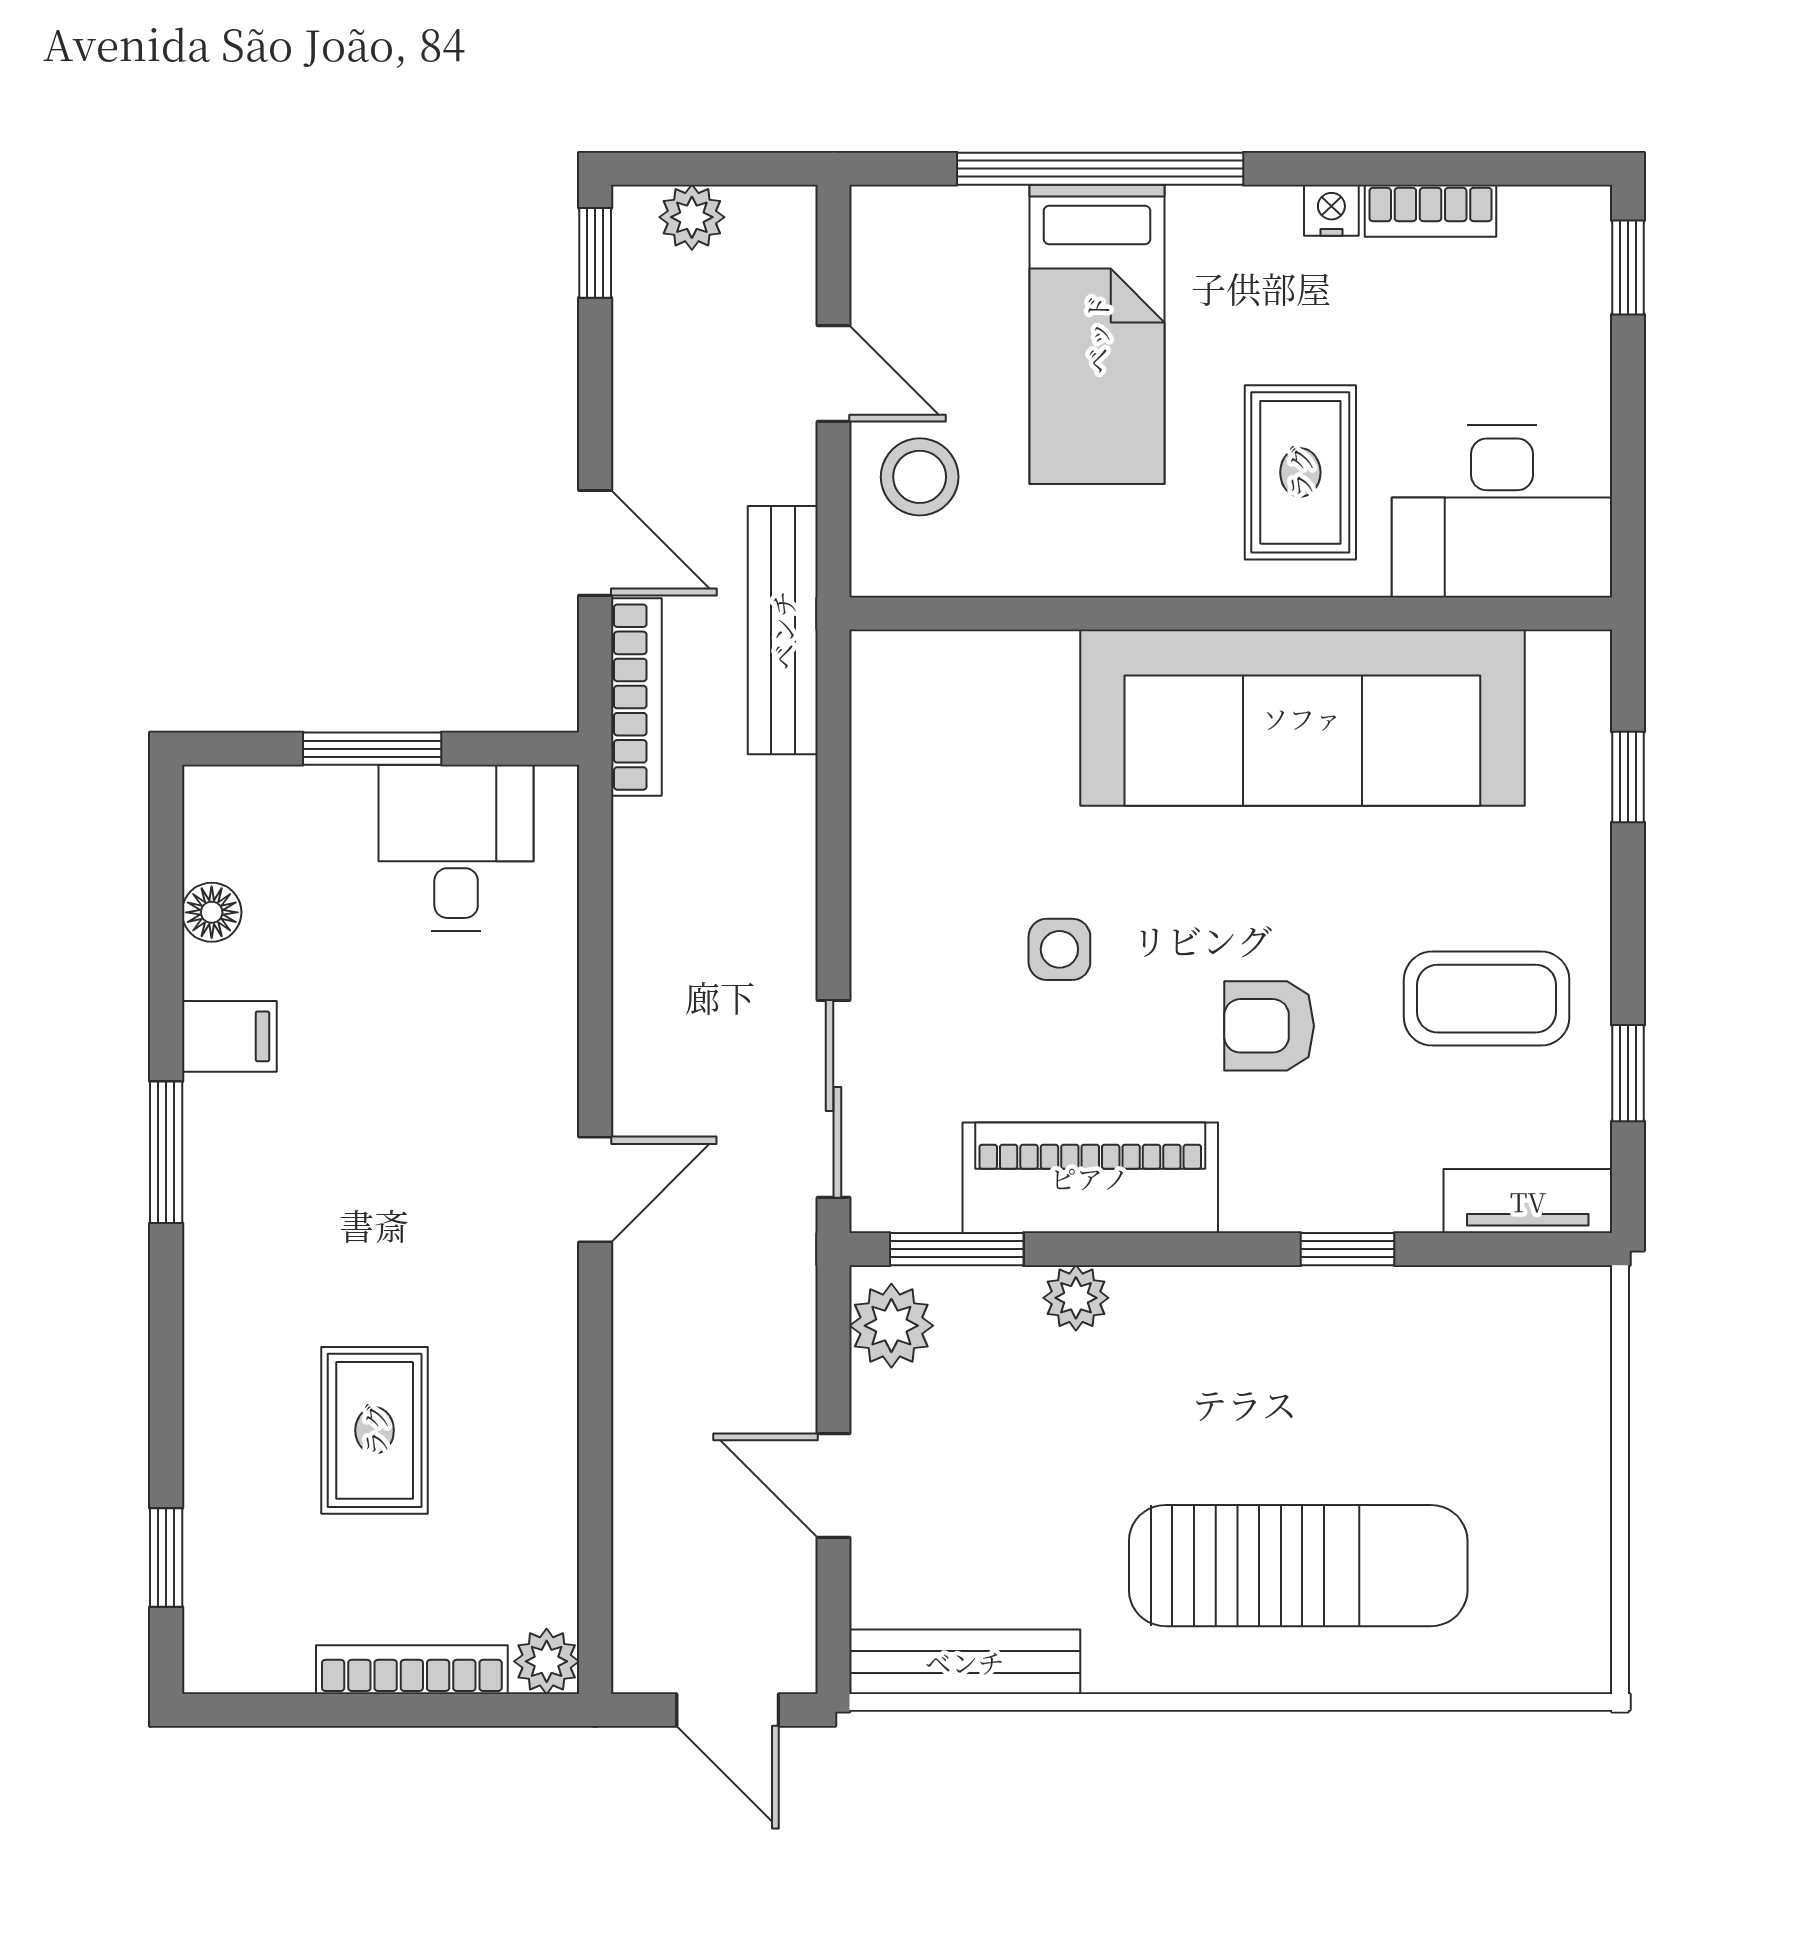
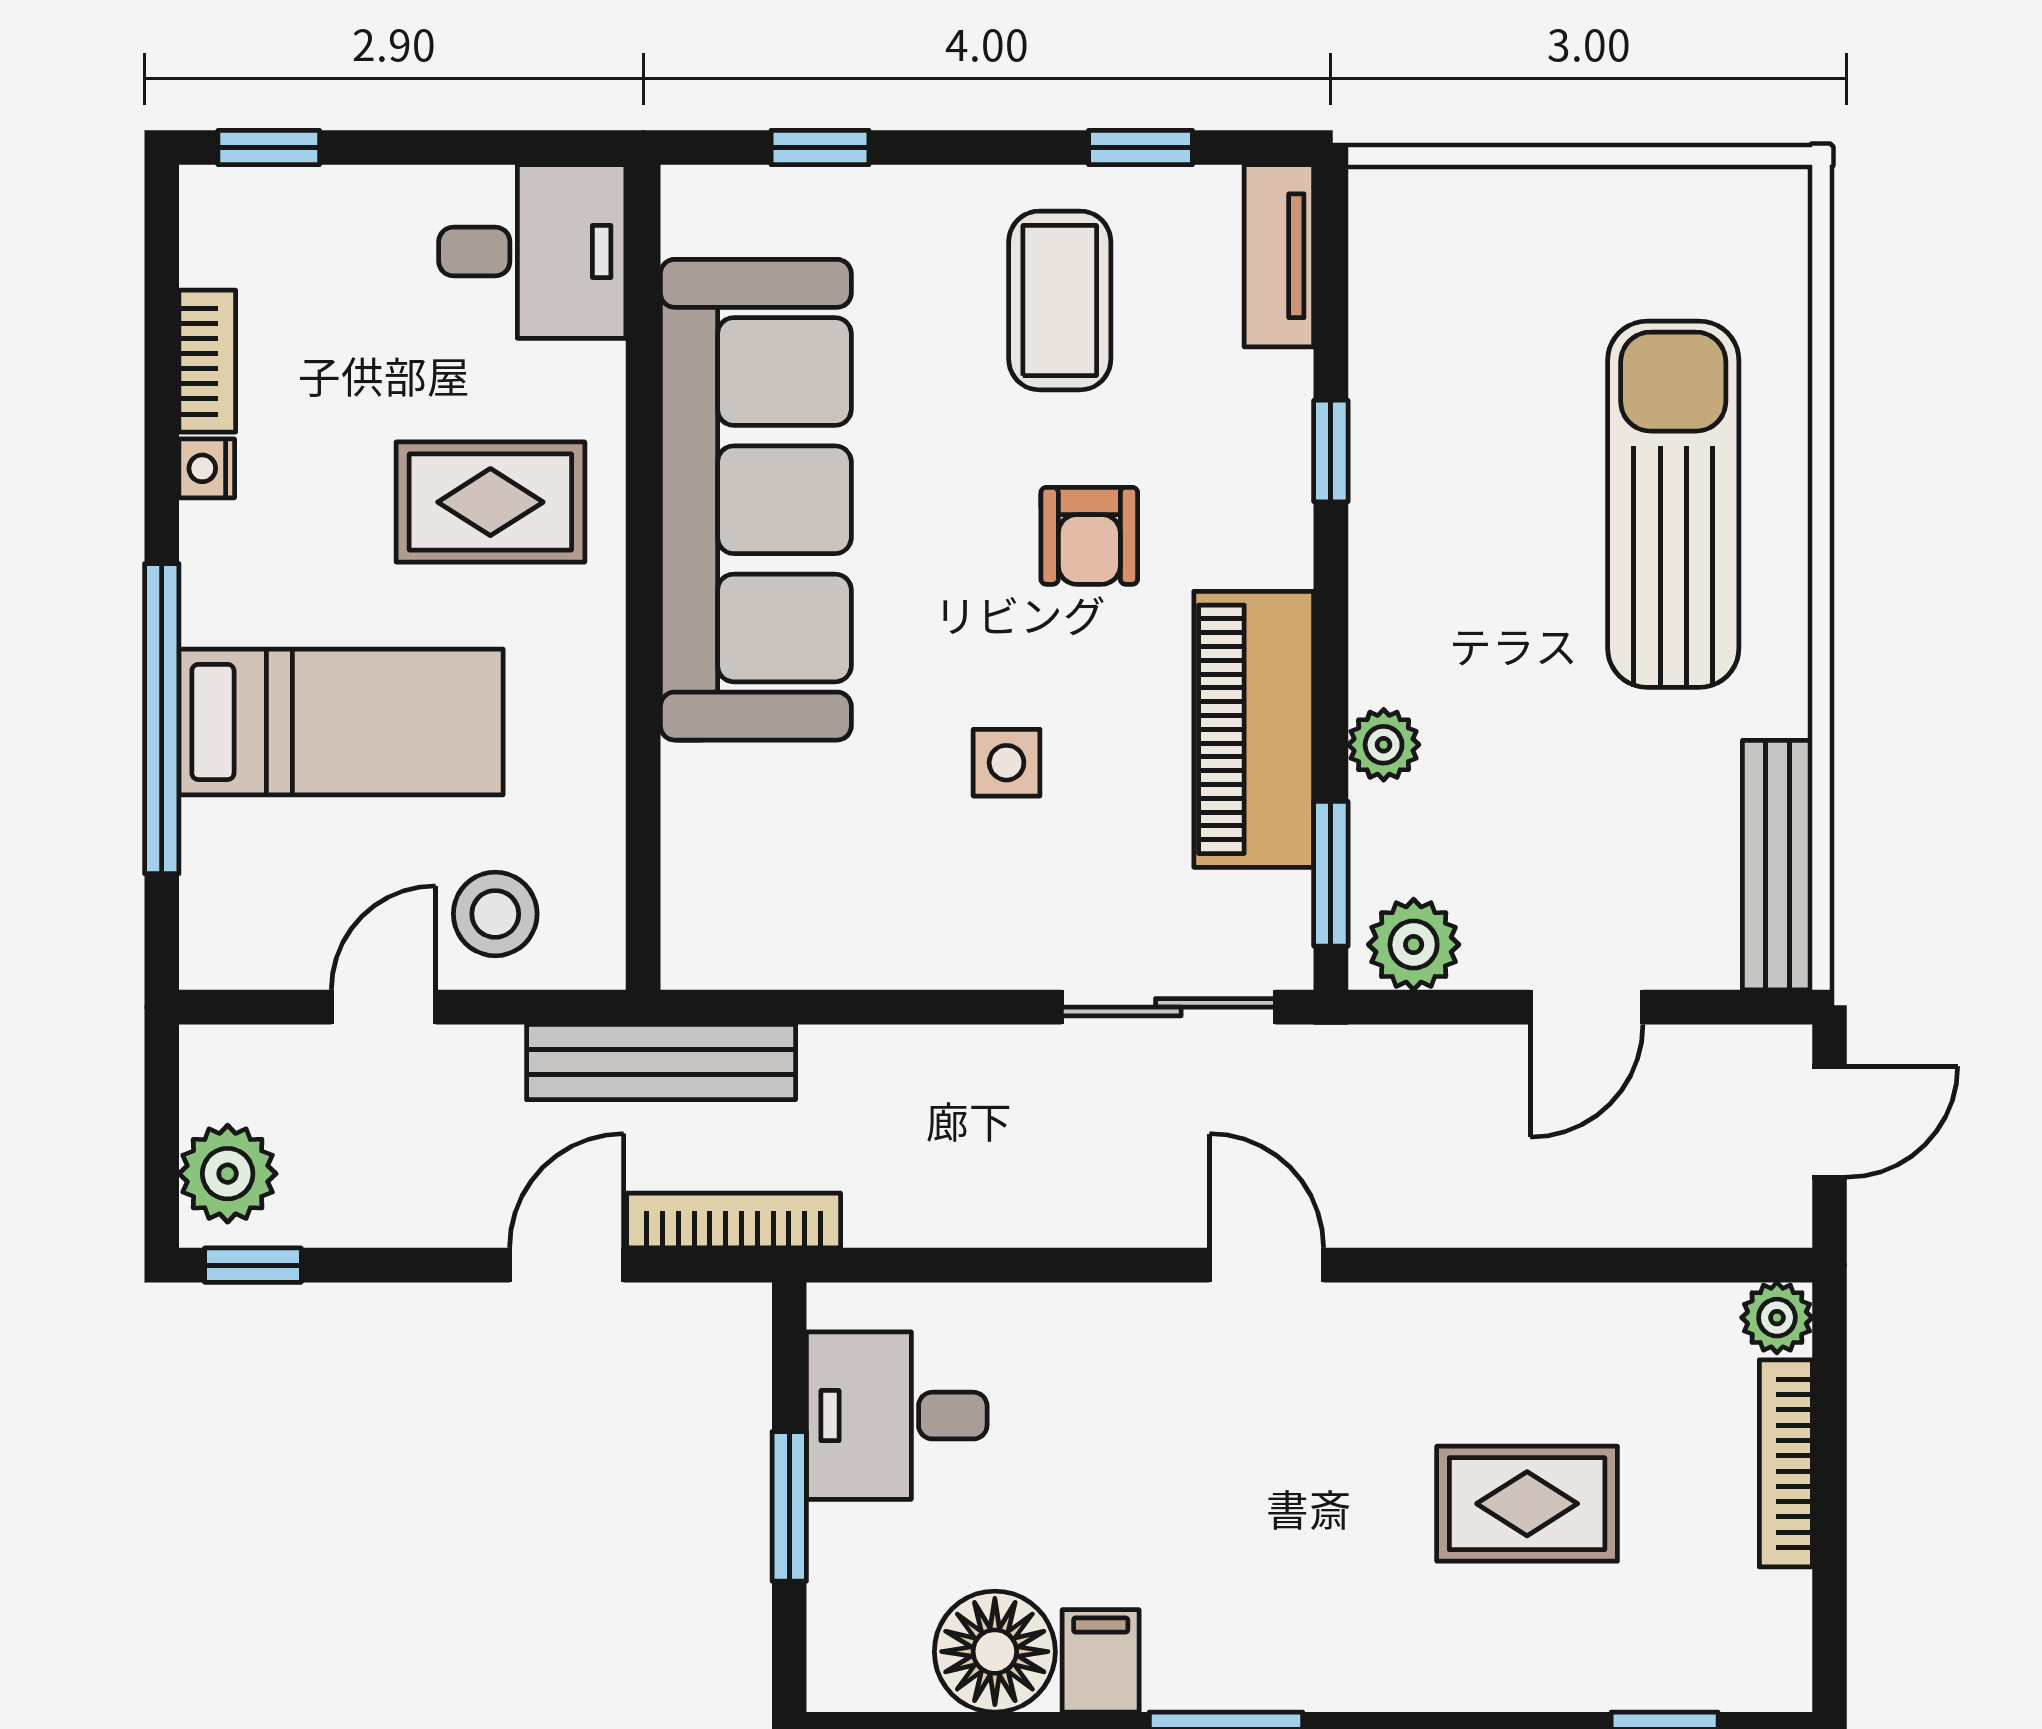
plant: (692, 217) -> (228, 1174), width x1.38, depth x1.38
desk: (1502, 511) -> (532, 251), width x0.73
floor lamp: (212, 912) -> (995, 1652), width x1.89, depth x1.89

